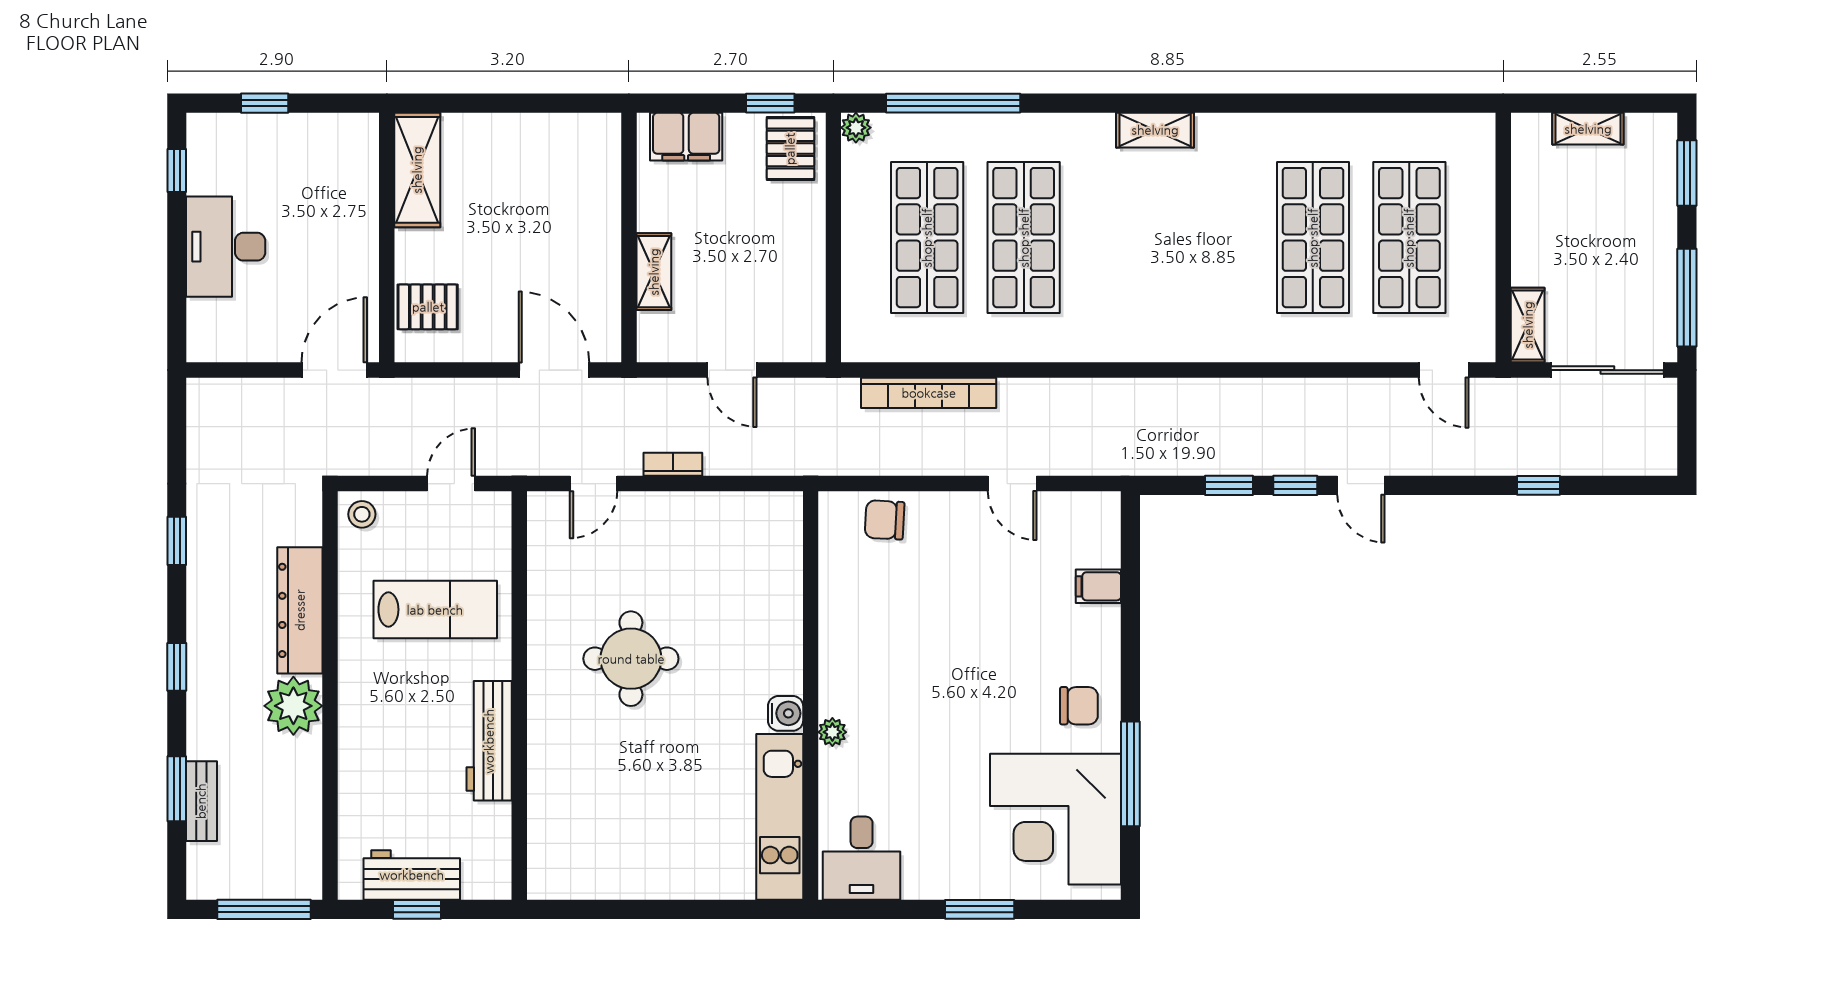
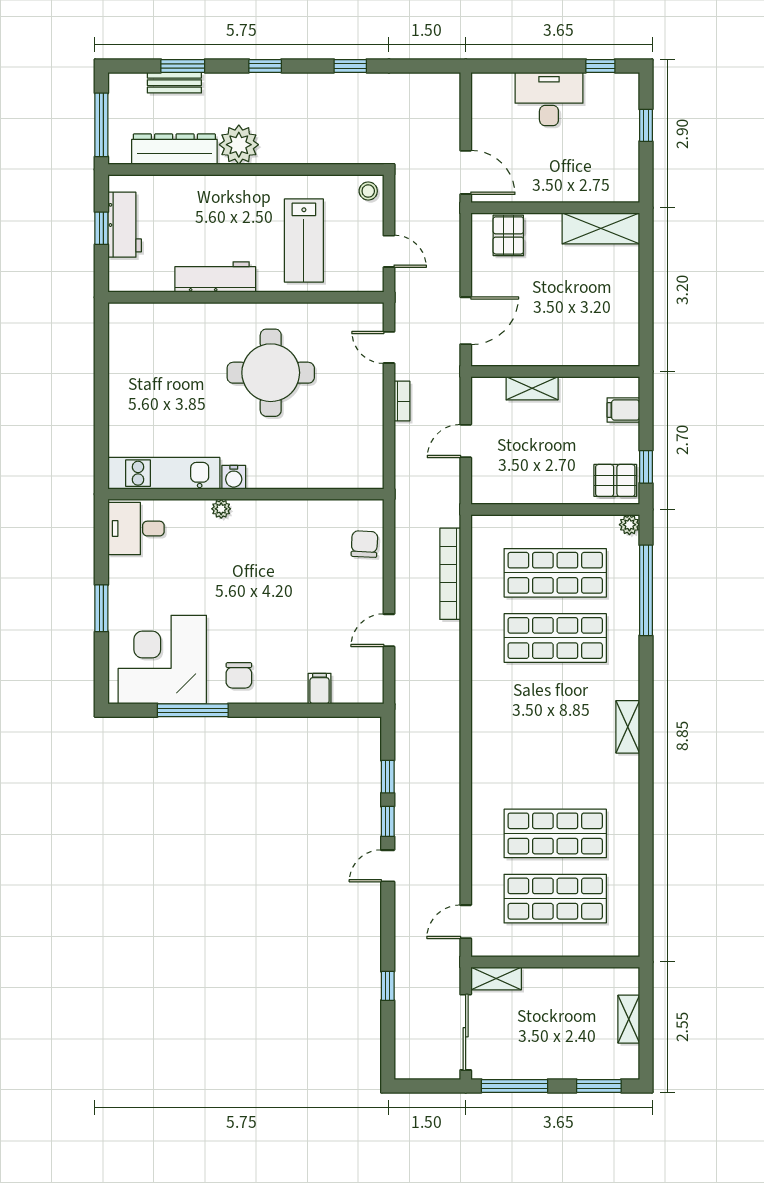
filing cabinet: (686, 137) -> (623, 410), width x0.50
dresser: (300, 610) -> (174, 149), moved
round table: (631, 659) -> (271, 373), width x1.36, depth x1.36

